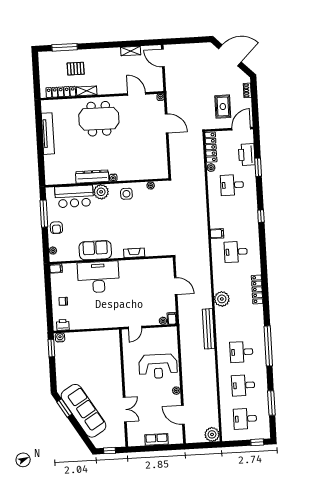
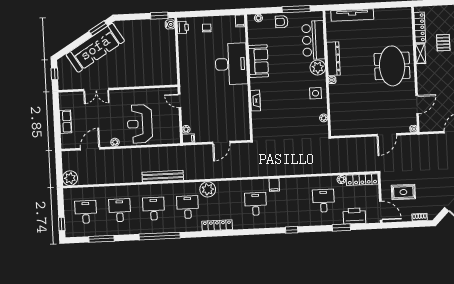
tv unit: (48, 134) -> (352, 15), moved
desk: (239, 319) -> (188, 207), added
bench: (208, 329) -> (163, 176), moved

